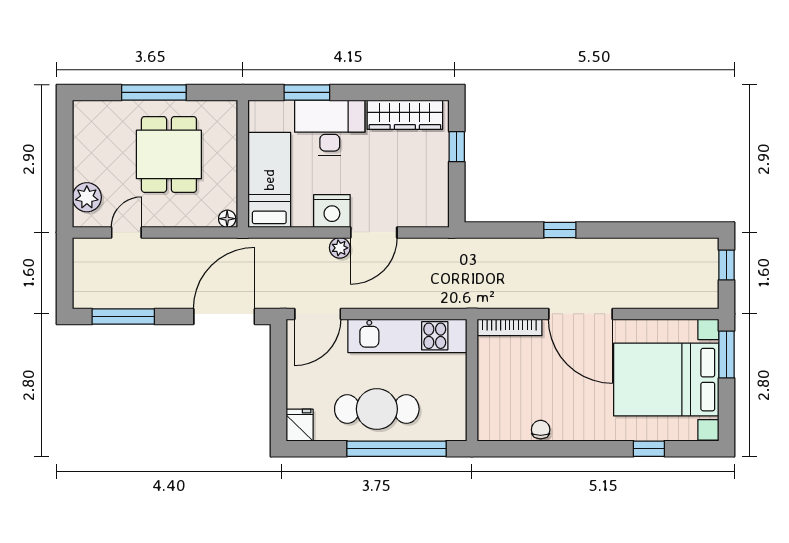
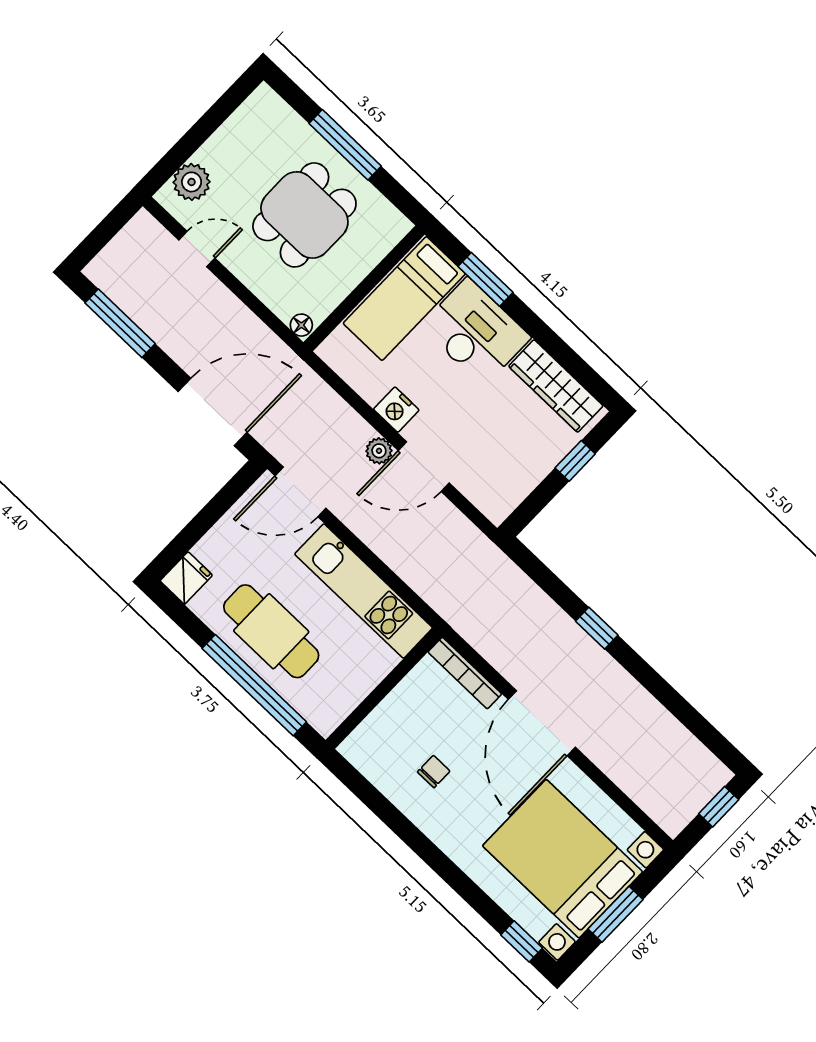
bed: (269, 180) -> (404, 298), moved, turned 180
nightstand: (332, 211) -> (396, 410), width x0.74, depth x0.75
window: (726, 354) -> (615, 914), moved
chair: (541, 430) -> (434, 771), moved
window: (649, 449) -> (522, 941), moved

